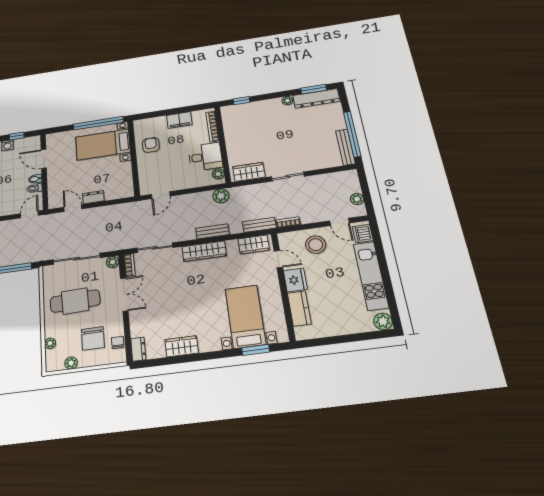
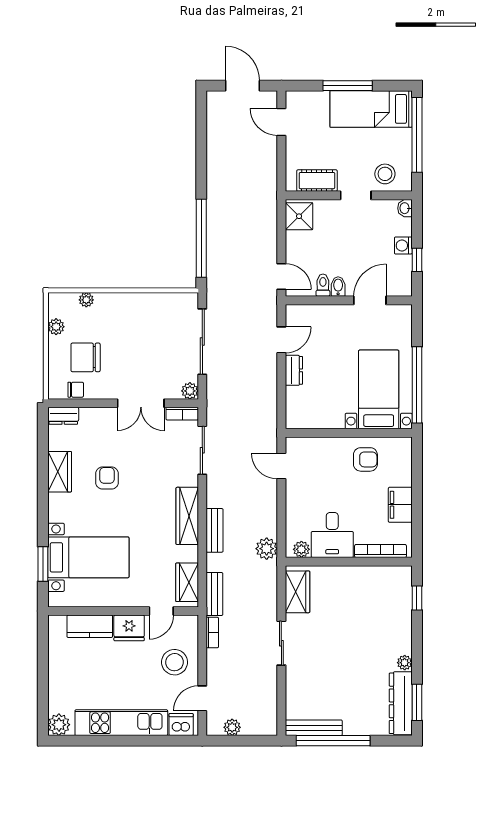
cafe table: (75, 301) -> (141, 336), removed
armchair: (183, 311) -> (107, 478), added

